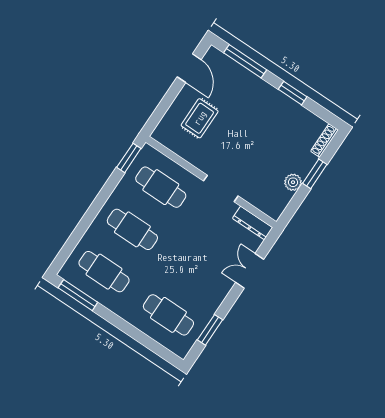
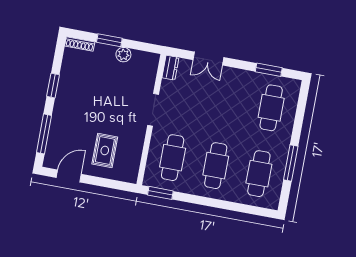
rug: (200, 118) -> (105, 150), turned 90
dresser: (253, 223) -> (170, 68), width x0.70
window: (78, 295) -> (291, 163), moved

